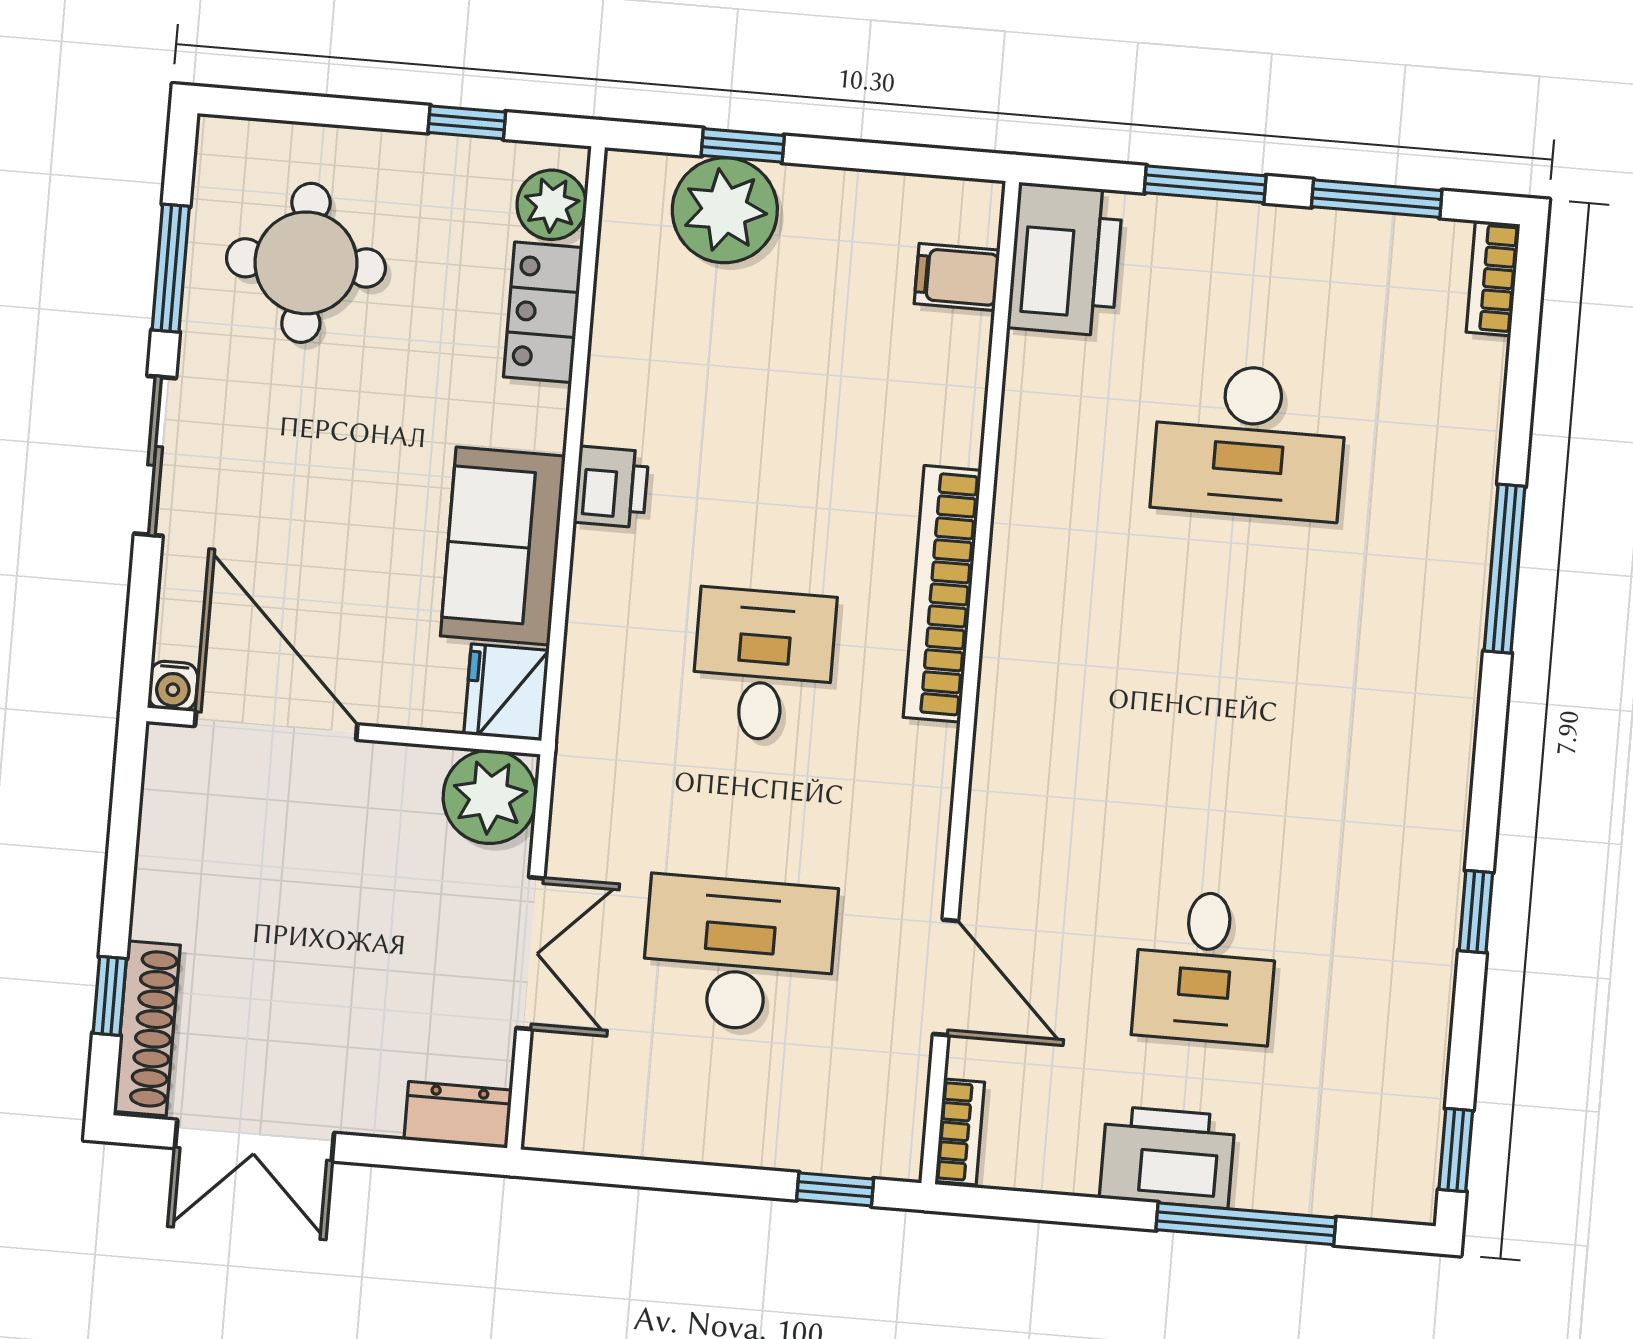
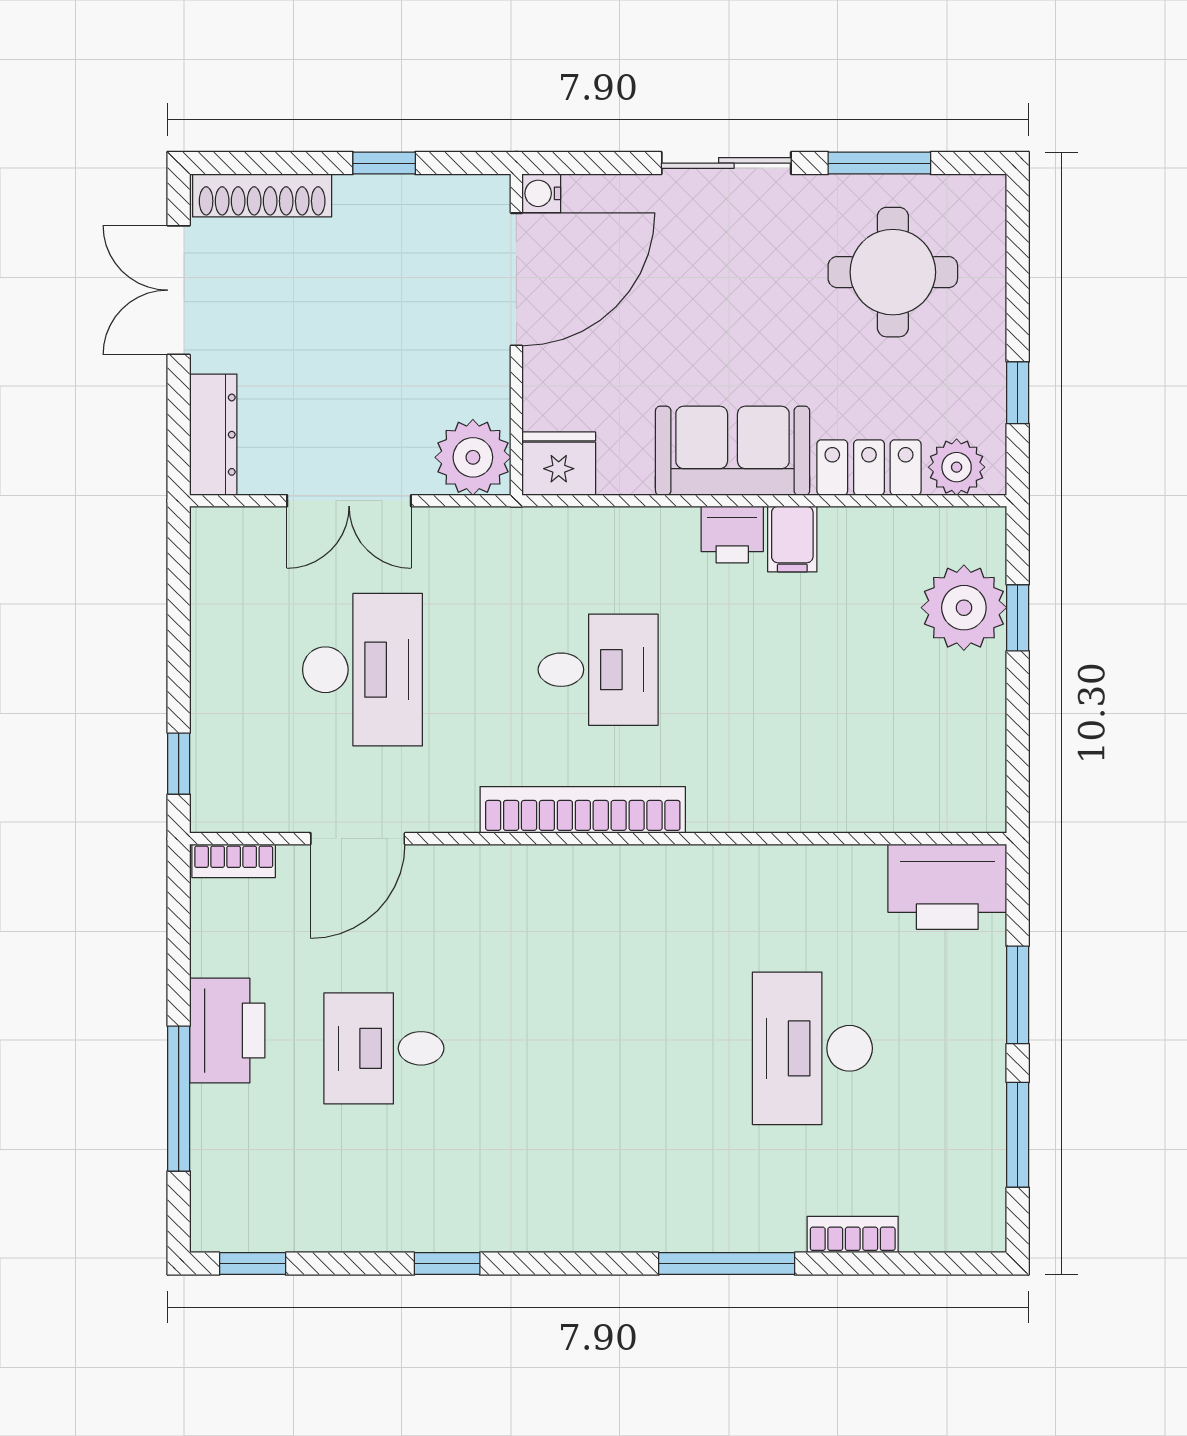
filing cabinet: (957, 277) -> (792, 539), moved, turned 180
bookcase: (1493, 278) -> (853, 1234), moved
sofa: (503, 546) -> (733, 451), moved
bookcase: (942, 594) -> (583, 810), moved
window: (110, 996) -> (384, 163), moved
dresser: (458, 1115) -> (213, 435), width x1.44

